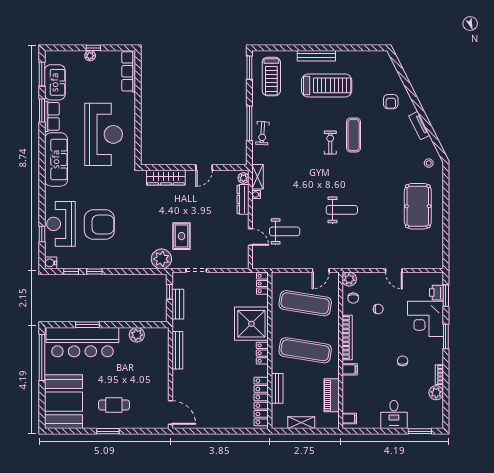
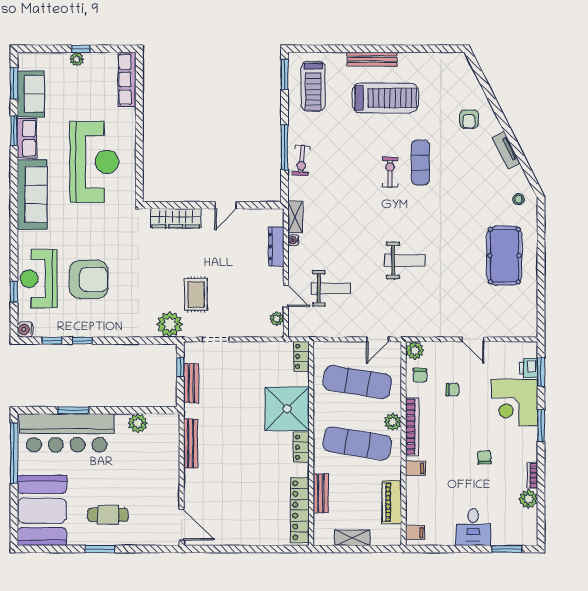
plant: (243, 178) -> (277, 319), moved
plant: (332, 334) -> (393, 422), added

